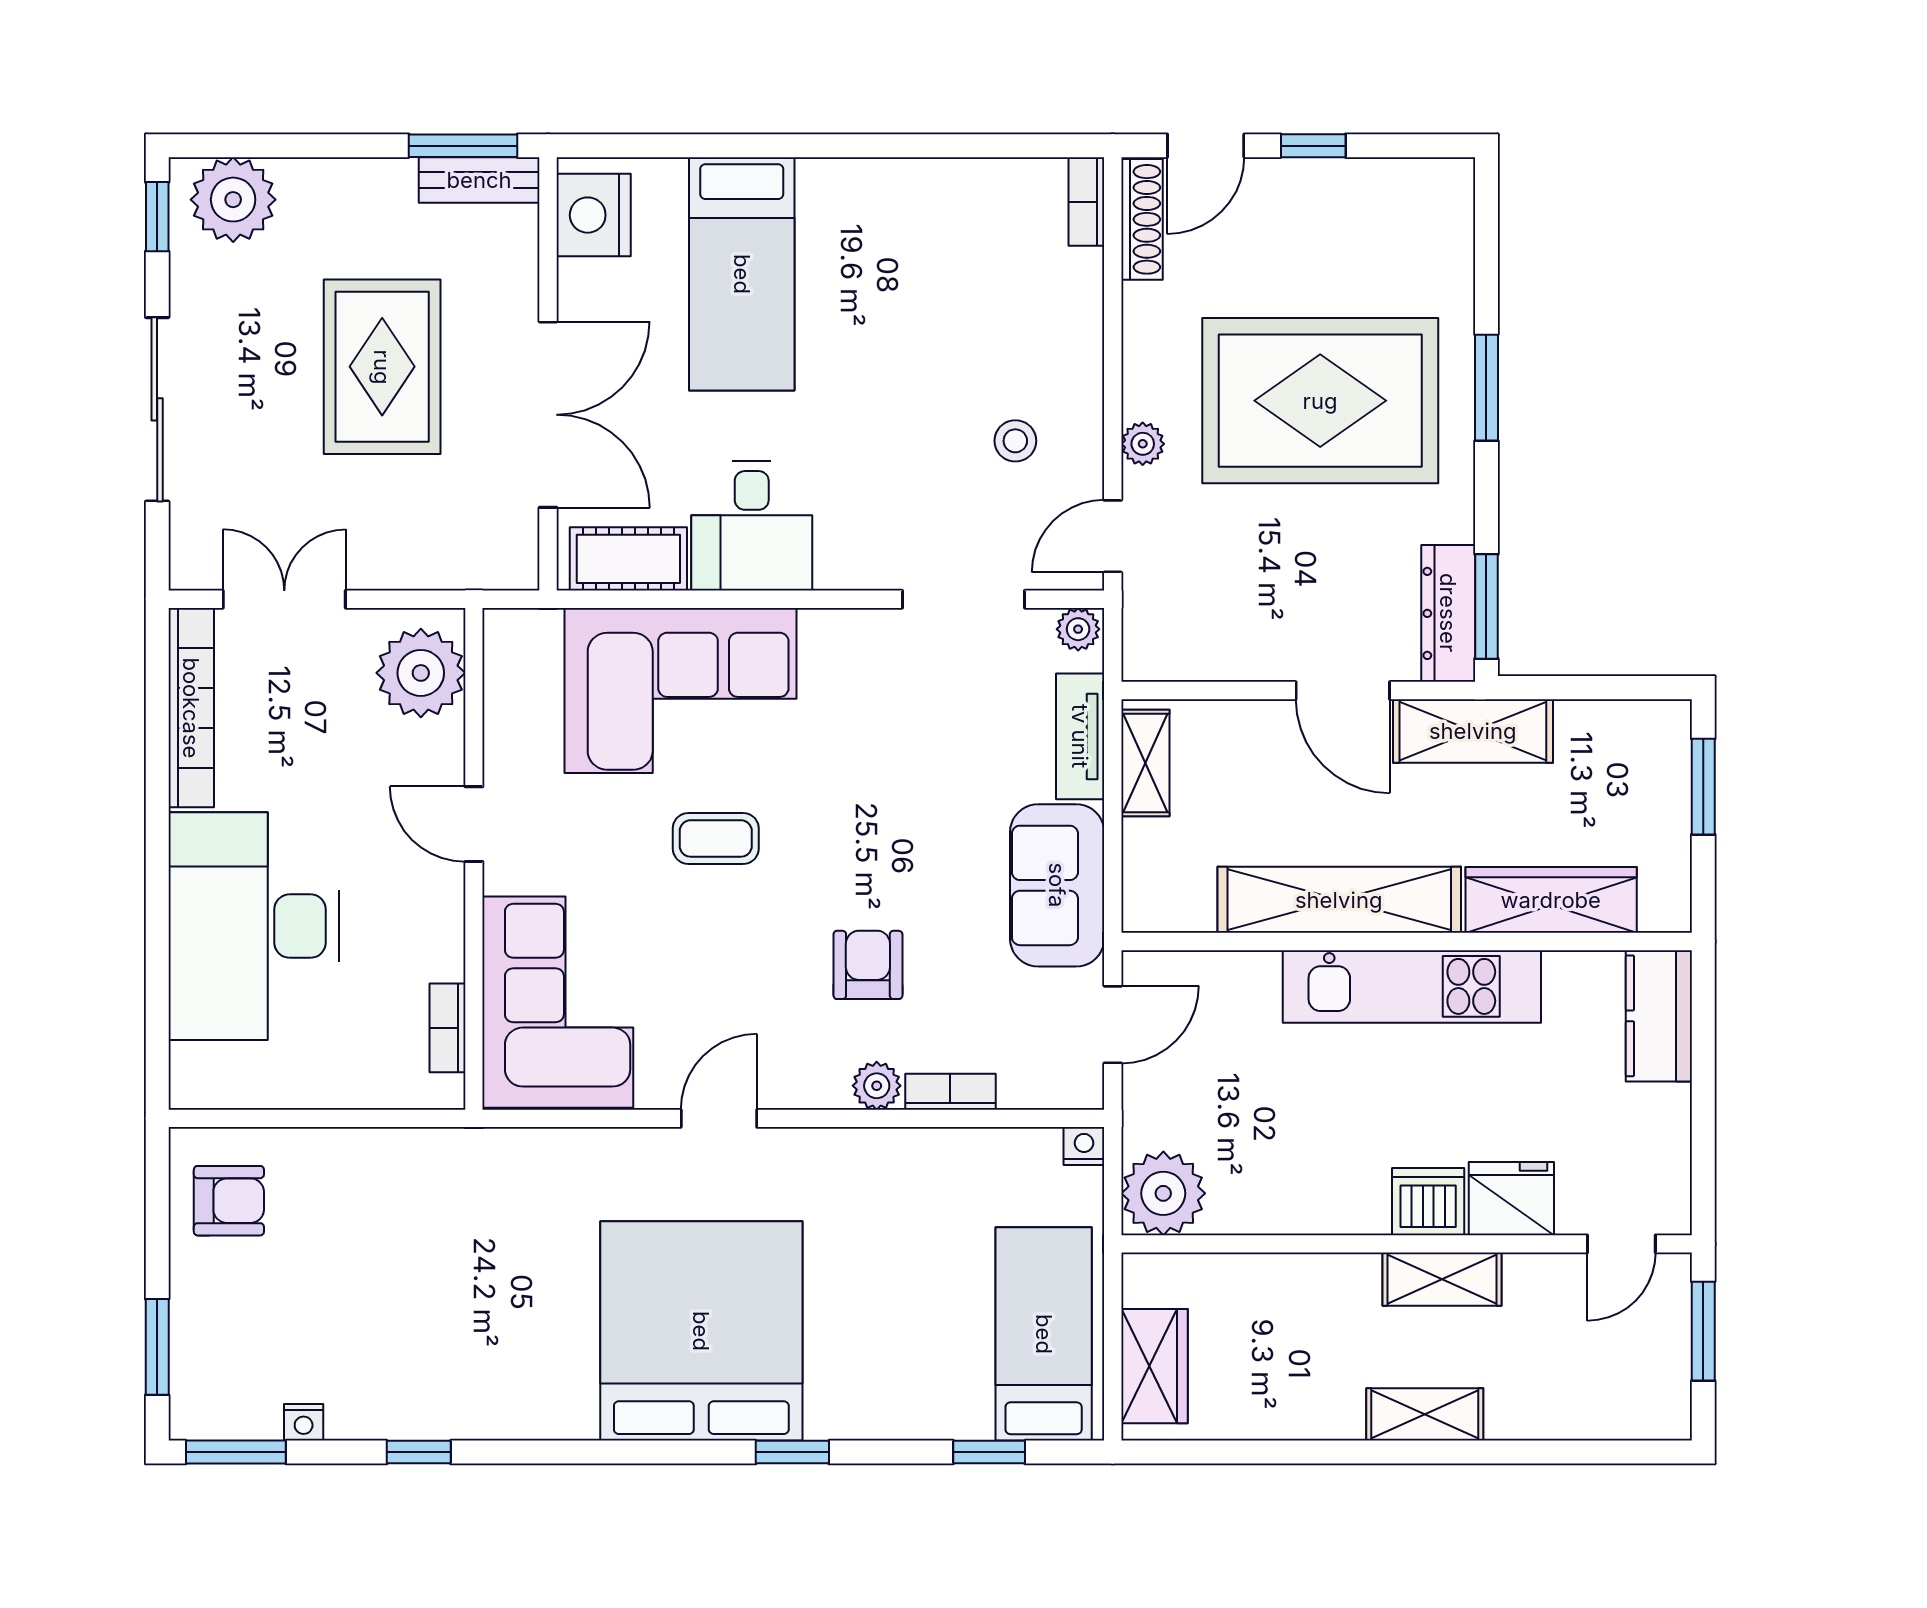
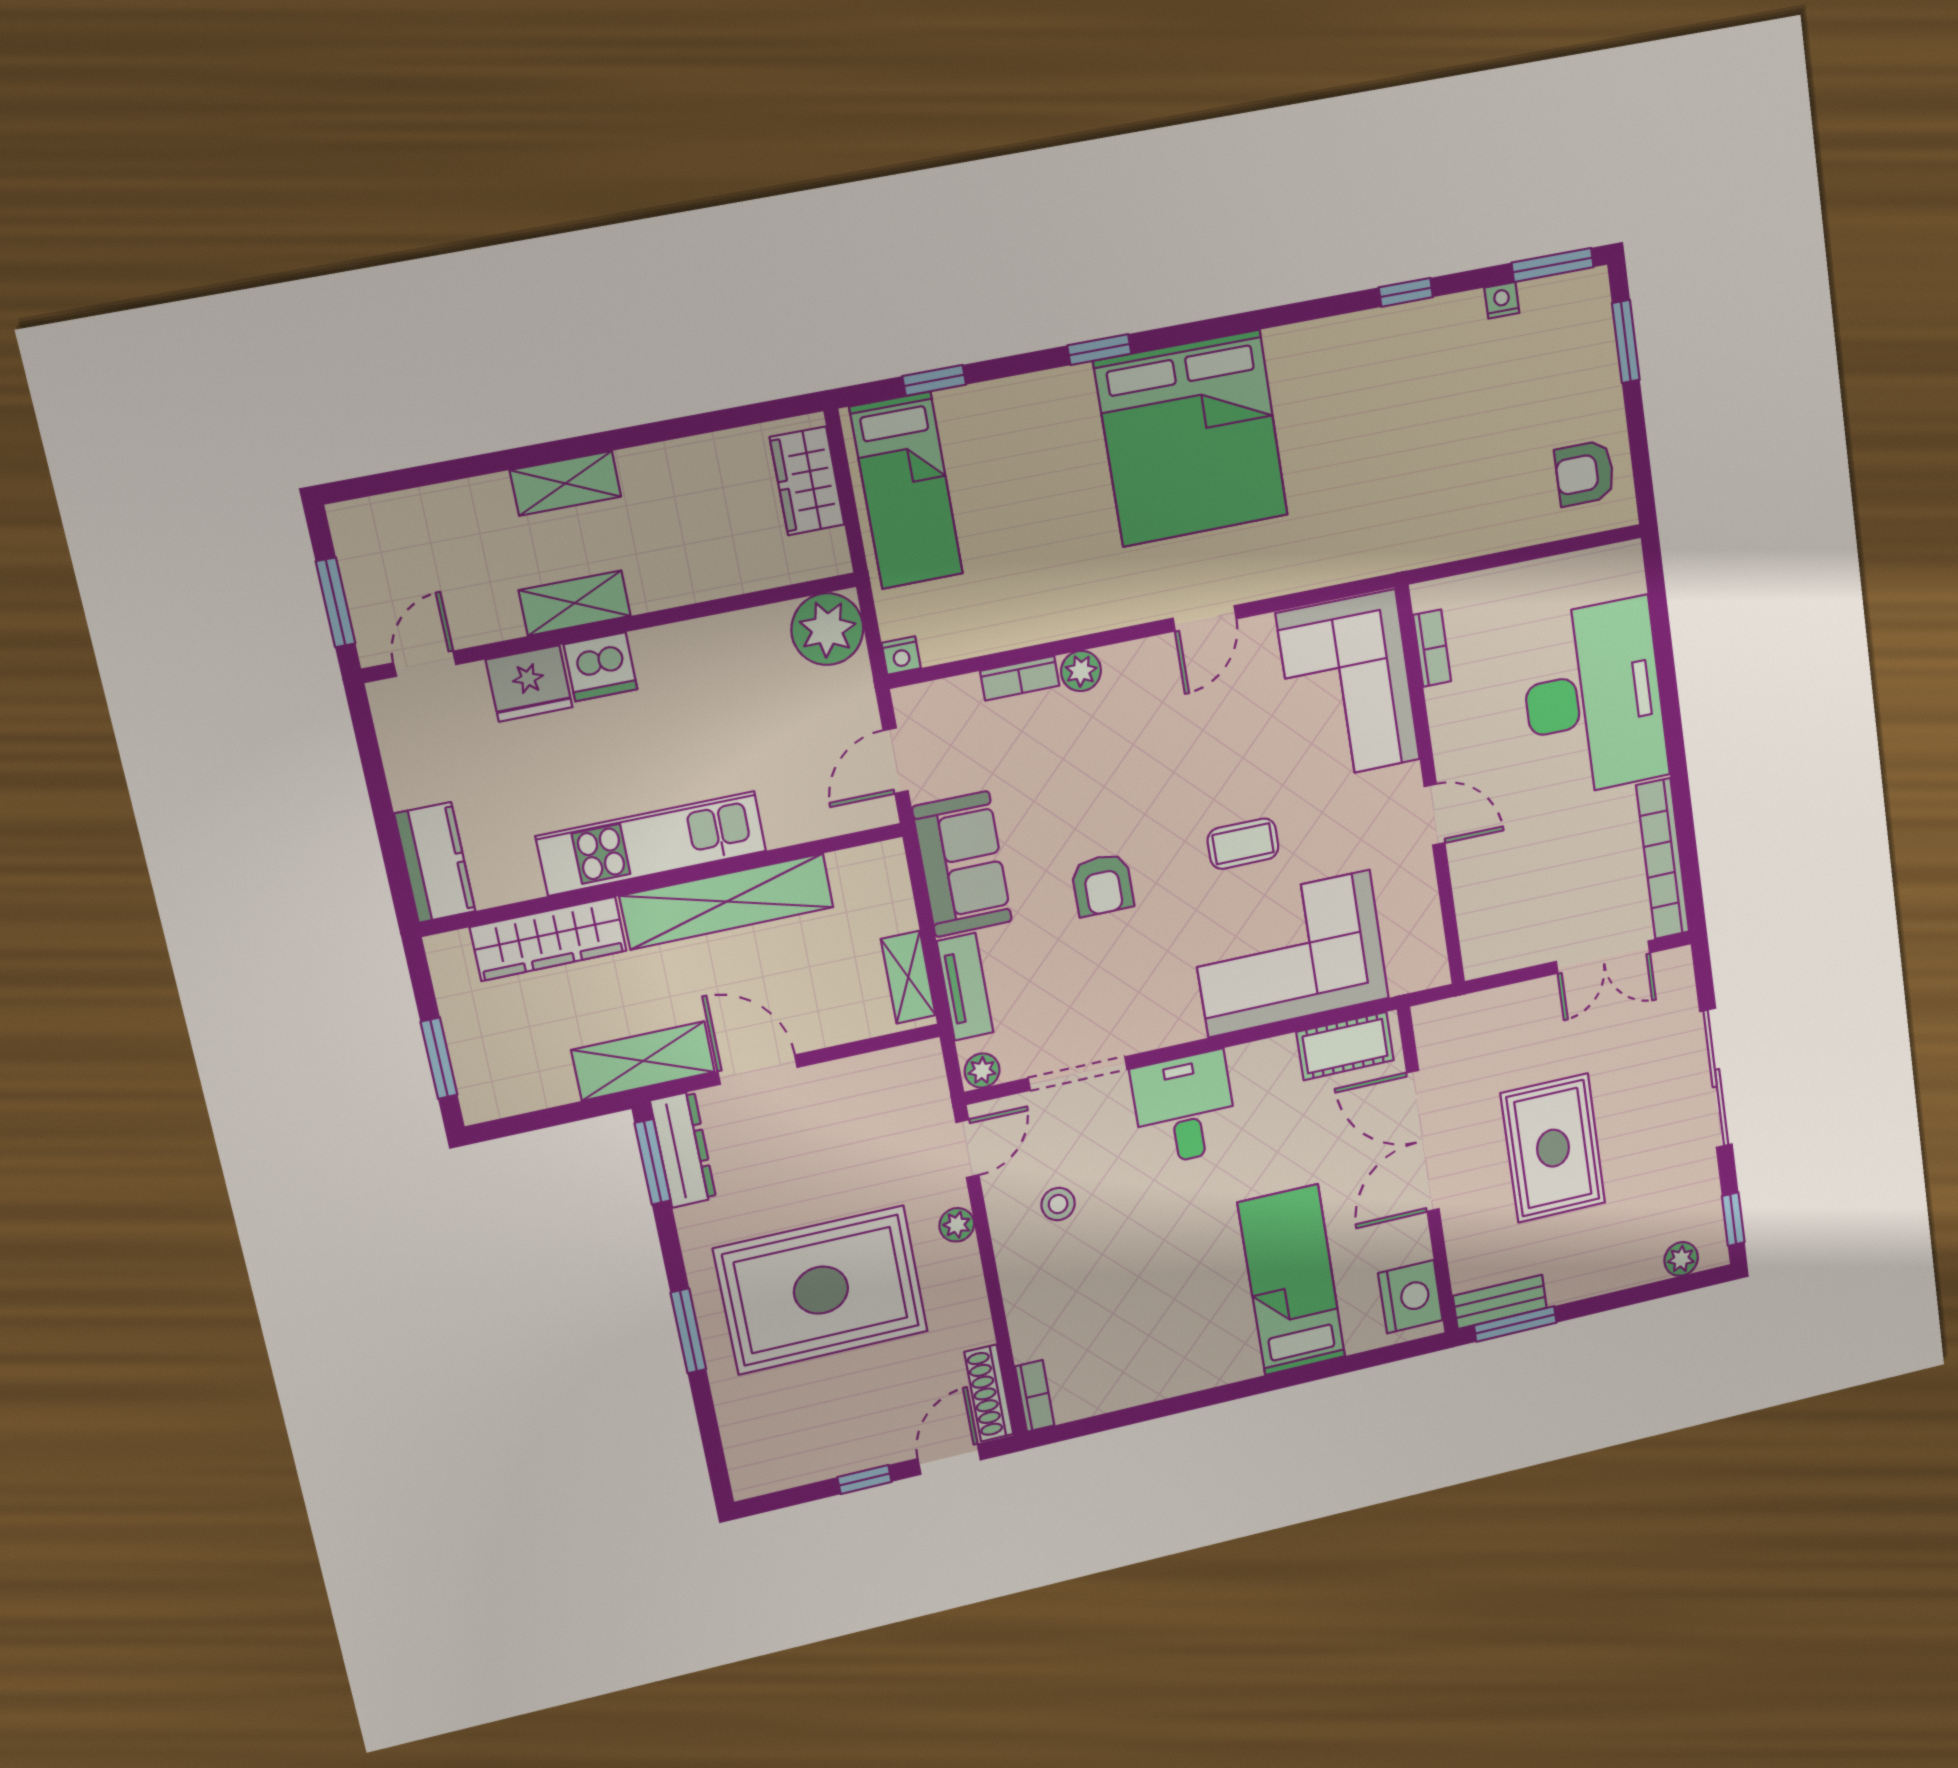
plant: (233, 200) -> (1681, 1259), width x0.53, depth x0.53
desk: (752, 526) -> (1184, 1108), moved
plant: (421, 673) -> (1492, 923), removed
armchair: (868, 965) -> (1102, 885), moved

